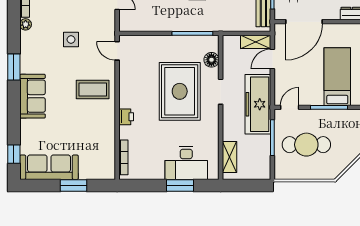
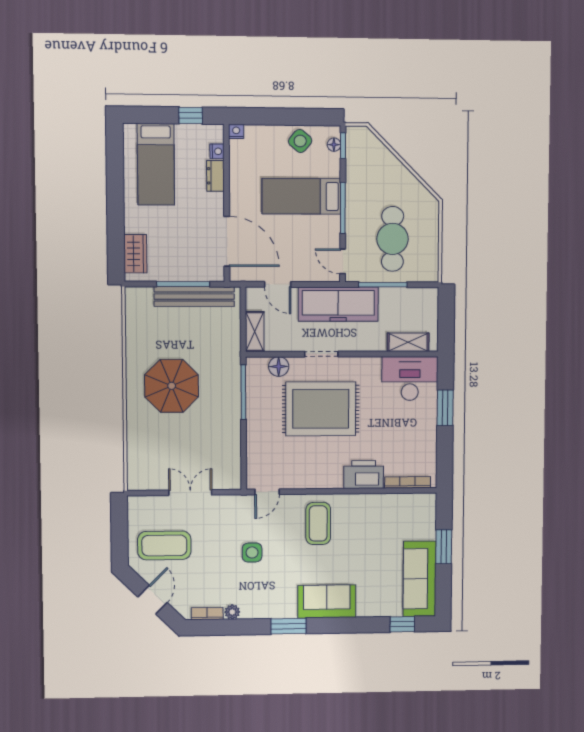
shelving: (256, 42) -> (255, 332), moved
printer: (126, 117) -> (364, 475), width x1.87, depth x1.48
desk: (186, 163) -> (410, 378), moved, turned -90

